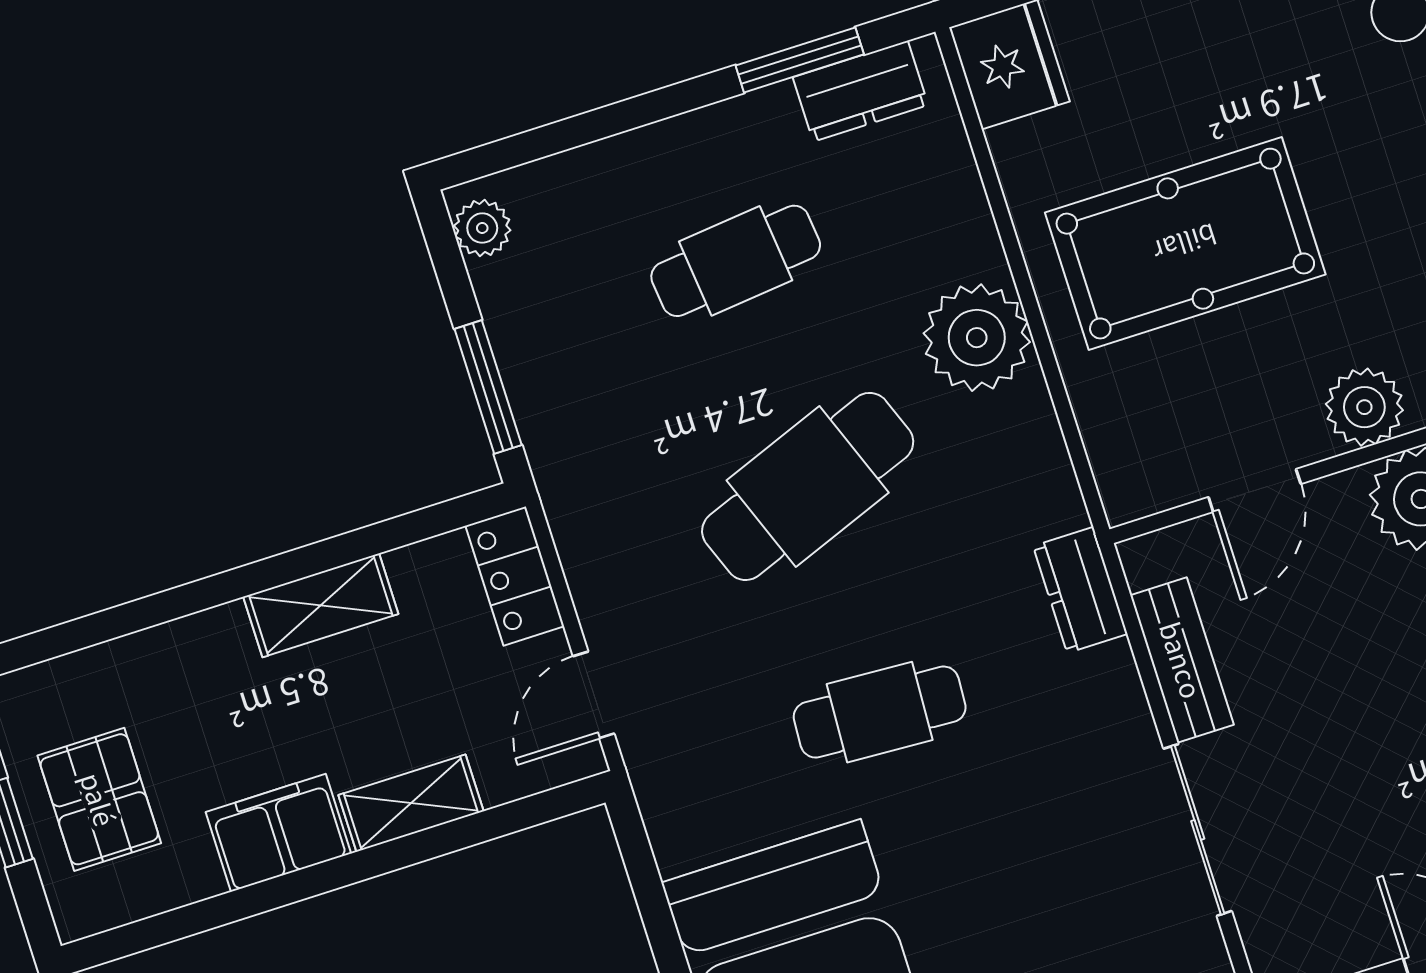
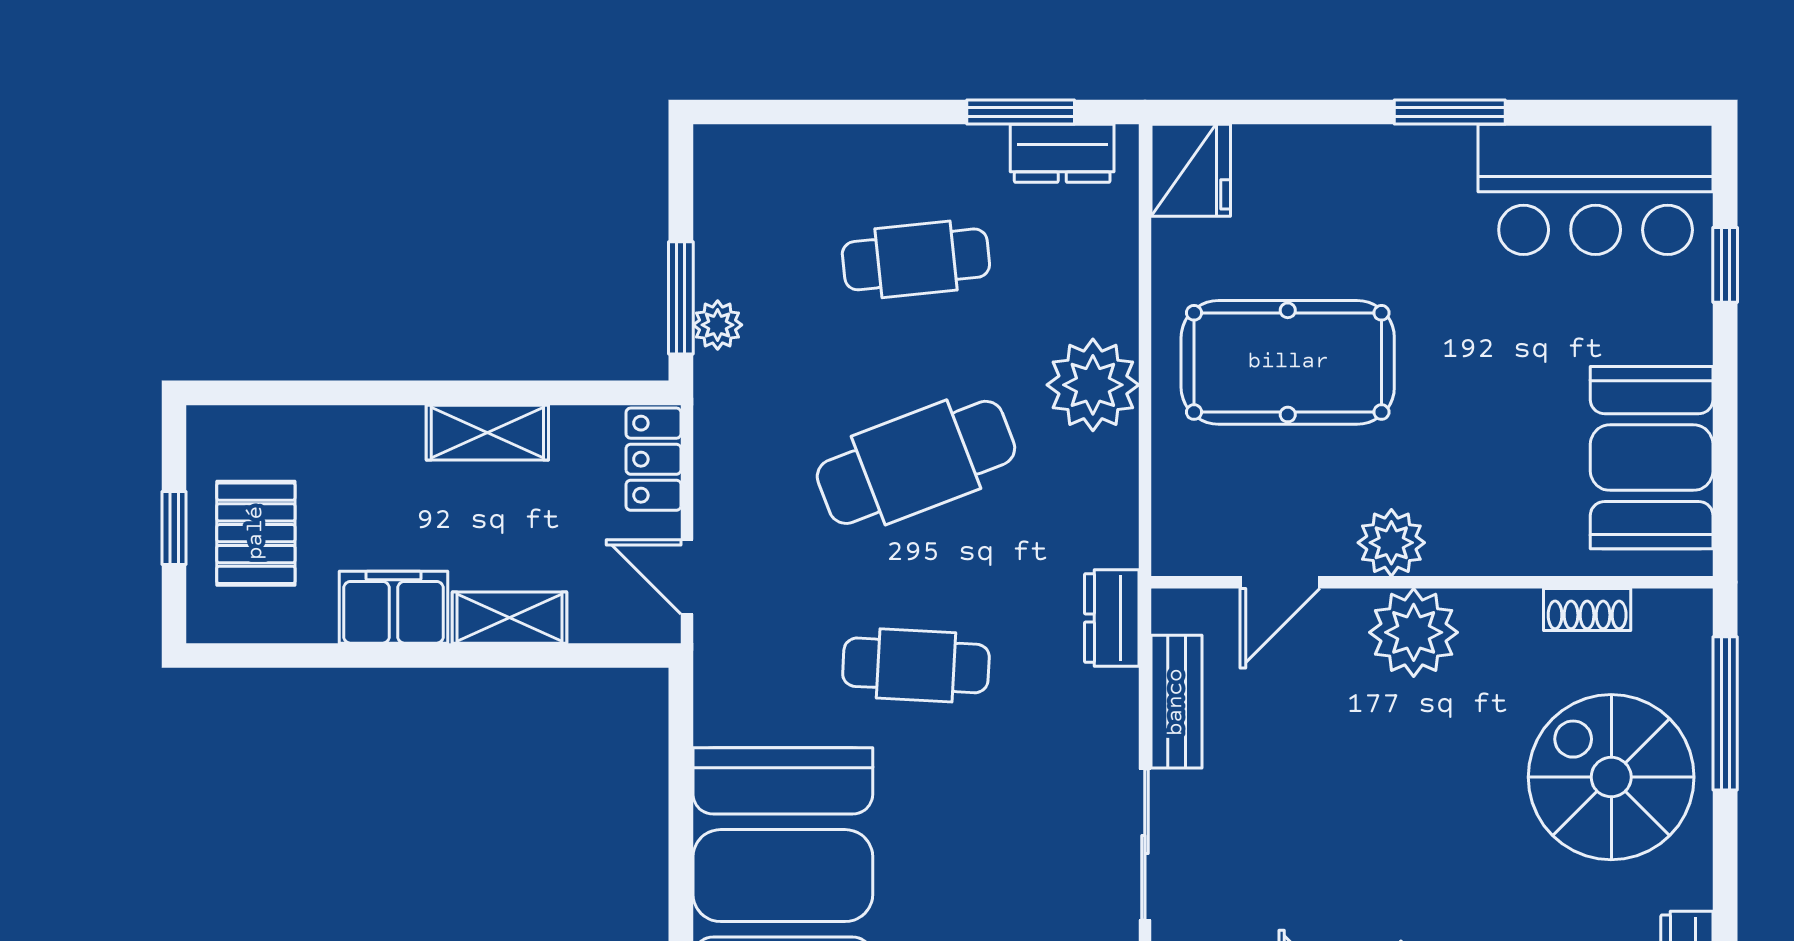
plant: (482, 228) -> (718, 325), moved
door: (594, 695) -> (687, 577), hinge flipped

